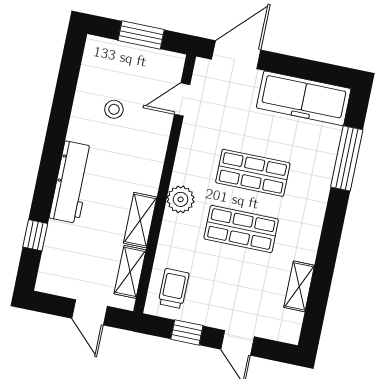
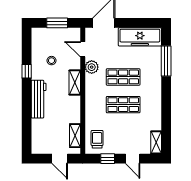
door: (182, 99) -> (83, 49), hinge flipped
plant: (181, 199) -> (92, 67), moved
shelving: (140, 220) -> (75, 83), moved
window: (35, 235) -> (27, 71), moved
shelving: (299, 286) -> (156, 142), moved

